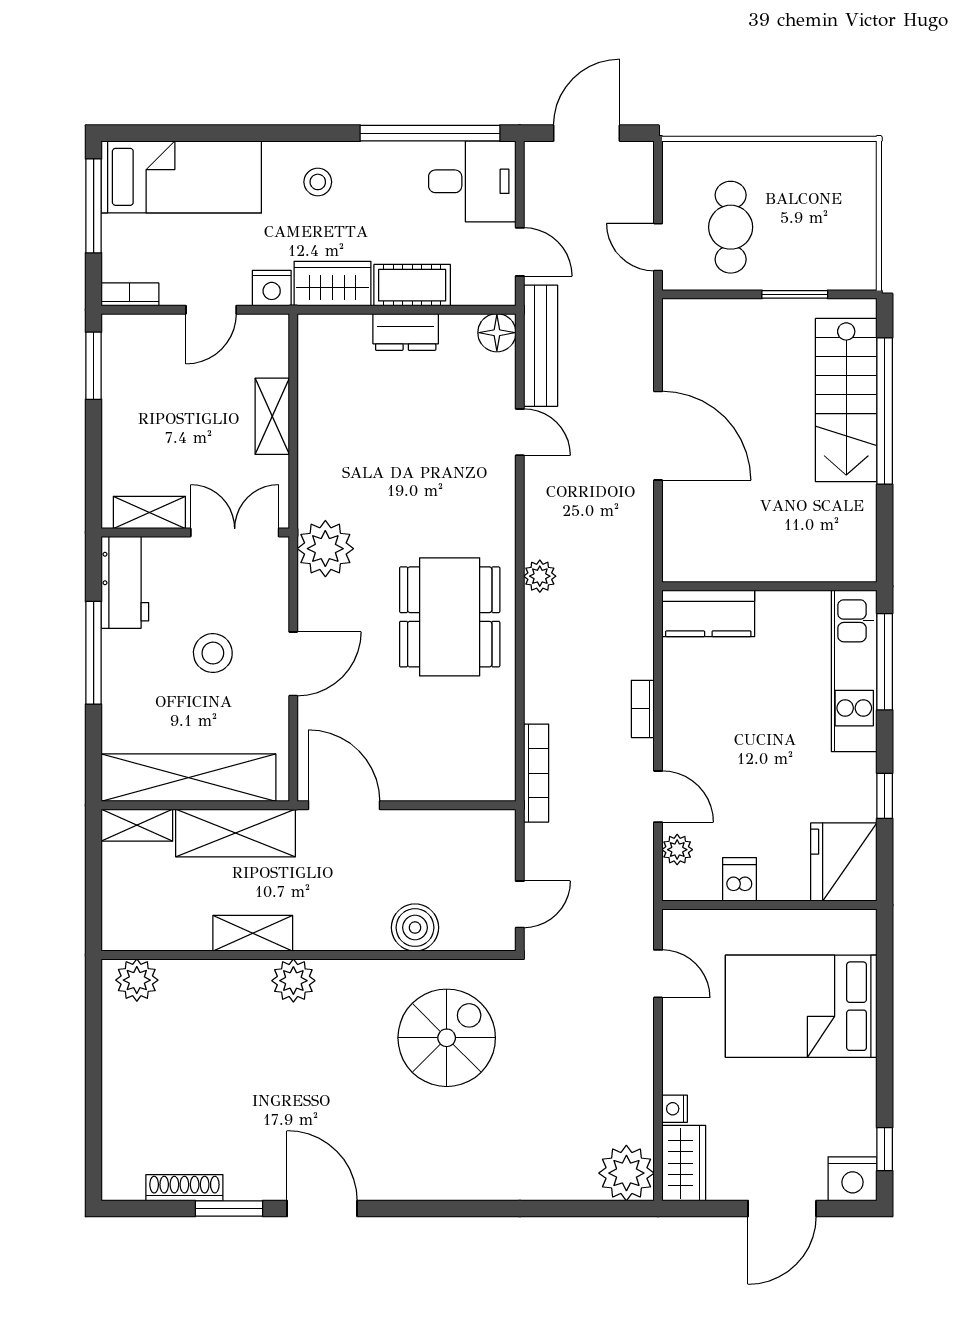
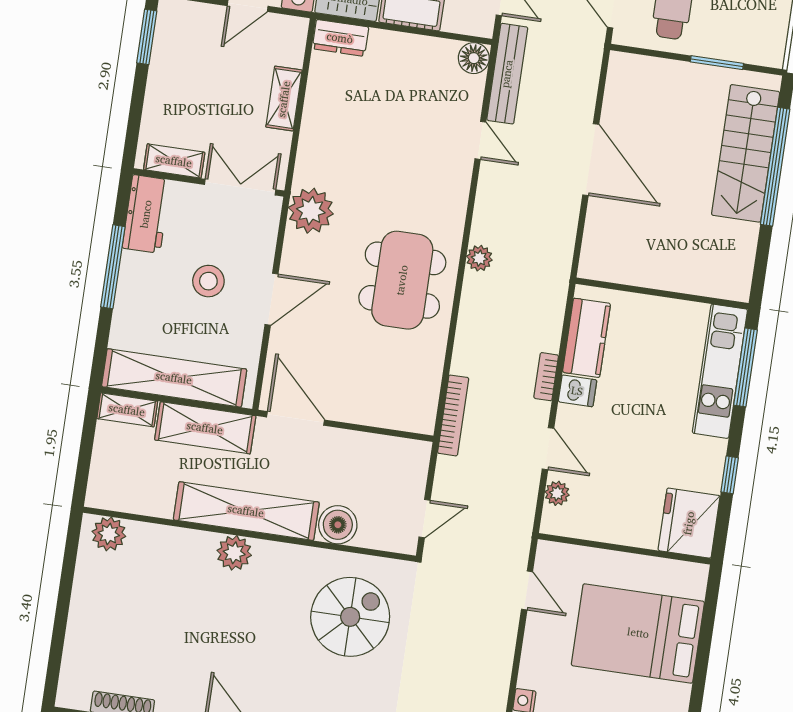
dresser: (406, 332) -> (340, 38), moved
kitchen counter: (708, 613) -> (586, 338), moved, turned -90
dishwasher: (740, 879) -> (577, 391), moved, turned 90
shelving: (253, 933) -> (246, 511), width x2.20, depth x1.33

